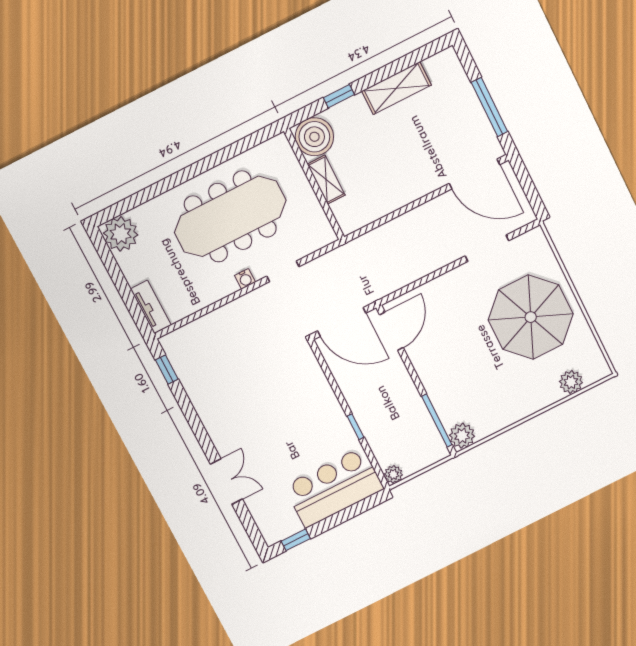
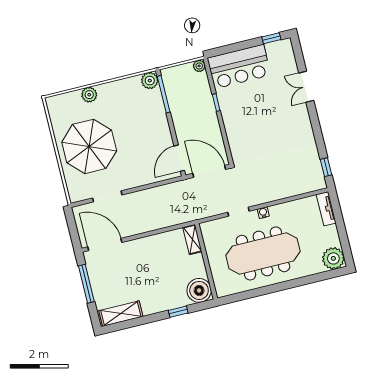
shelving: (396, 88) -> (121, 314), moved
shelving: (326, 180) -> (192, 239), moved
plant: (571, 382) -> (89, 95), moved

